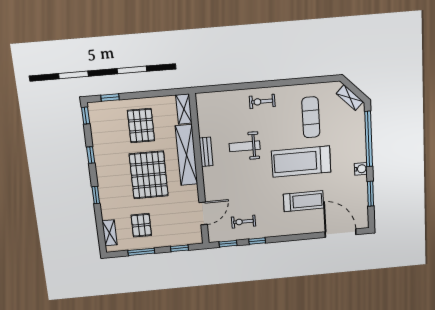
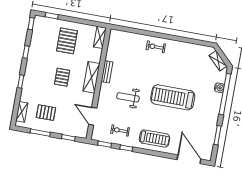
exercise mat: (311, 117) -> (187, 67), removed
weight bench: (245, 146) -> (128, 97), moved
shelving: (187, 155) -> (91, 77), width x0.68
water cooler: (361, 169) -> (219, 88), moved
pallet: (149, 175) -> (62, 77), width x0.49, depth x0.50
treadmill: (303, 201) -> (155, 139), moved
door: (203, 213) -> (93, 116), swing flipped
pallet: (141, 225) -> (46, 113), turned 90

